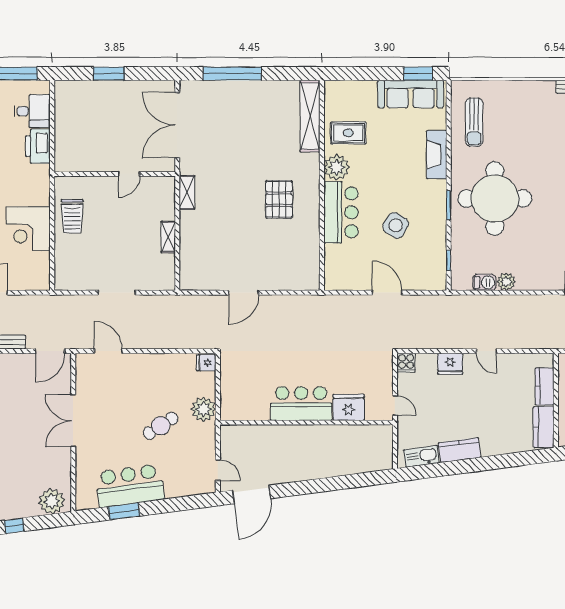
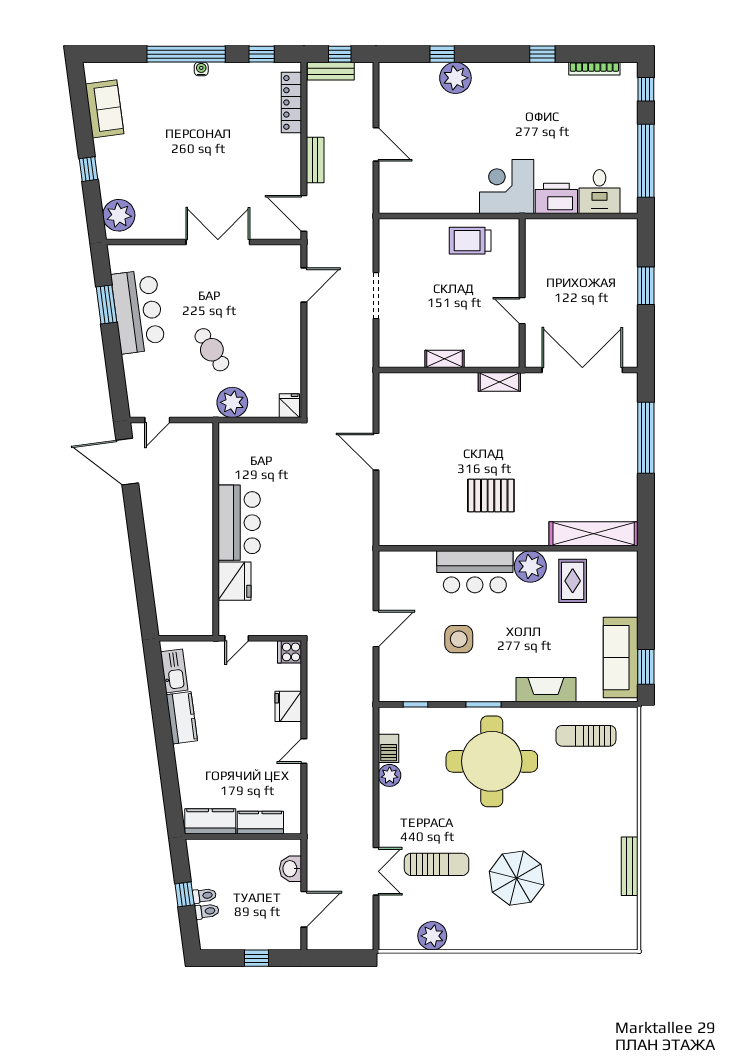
side table: (396, 225) -> (459, 639), turned -31
corner desk: (28, 229) -> (507, 186), moved

